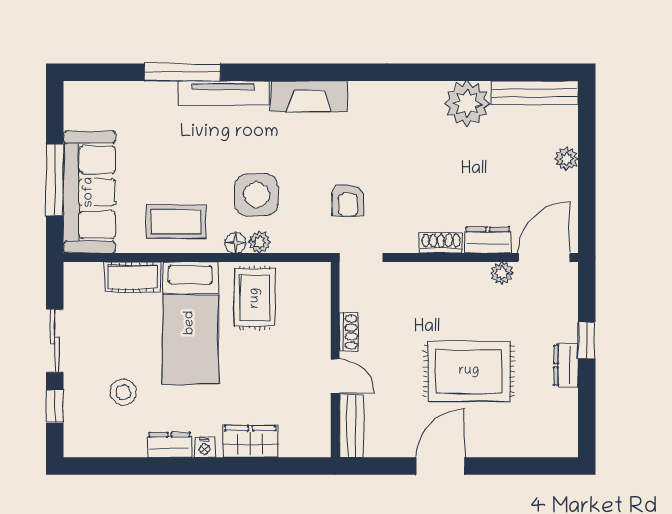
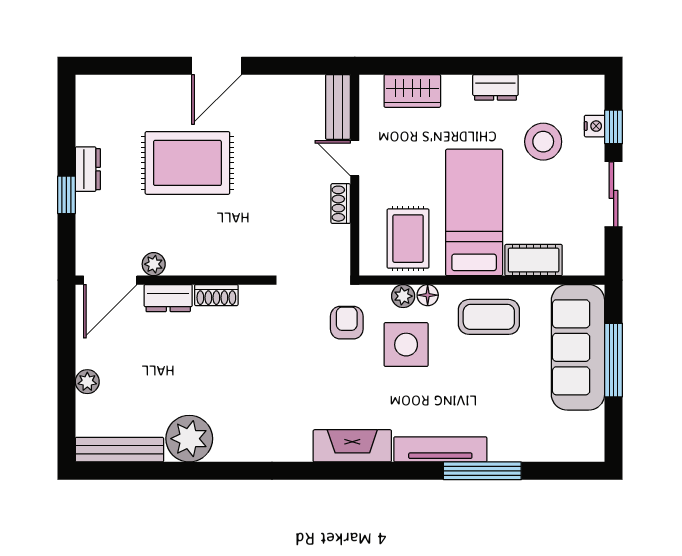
armchair: (348, 200) -> (347, 323), moved
shoe rack: (349, 332) -> (341, 204), moved
wall: (335, 360) -> (355, 175), moved
door: (335, 376) -> (355, 158), moved
stool: (123, 392) -> (543, 142), width x1.38, depth x1.38
bench: (351, 426) -> (338, 107), moved
nightstand: (204, 447) -> (595, 126), moved, turned 90

